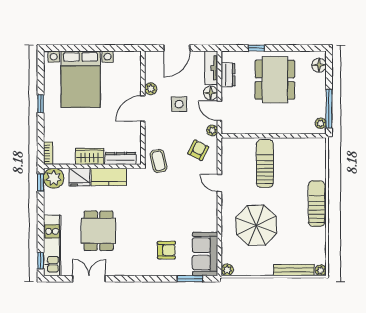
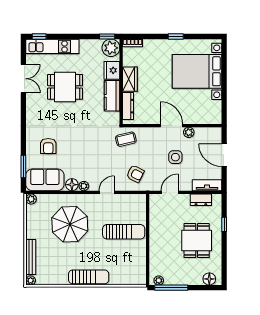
dining table: (275, 80) -> (197, 241), width x0.73
floor lamp: (211, 93) -> (72, 185), moved
plant: (212, 130) -> (84, 186), moved

